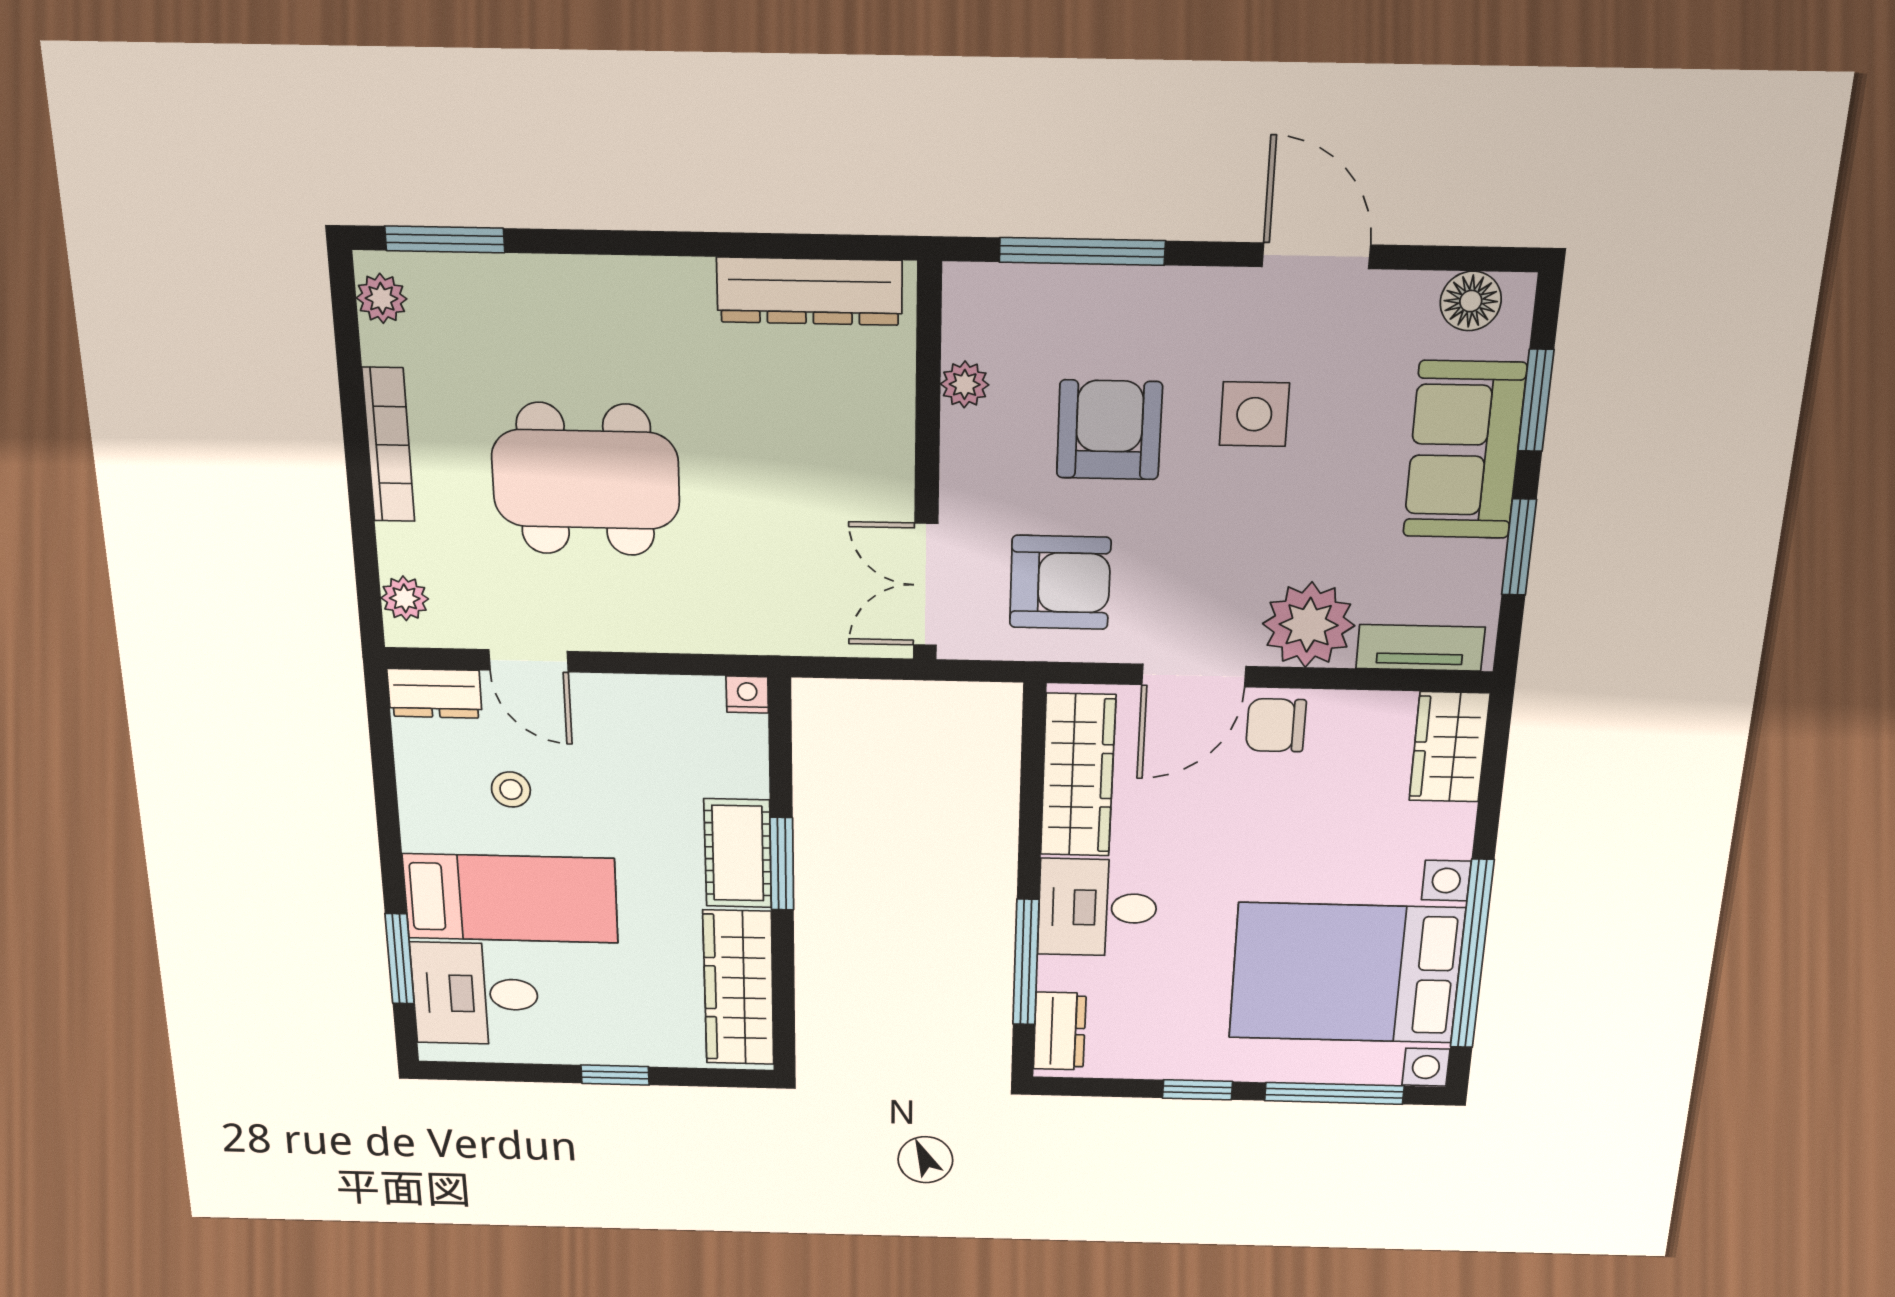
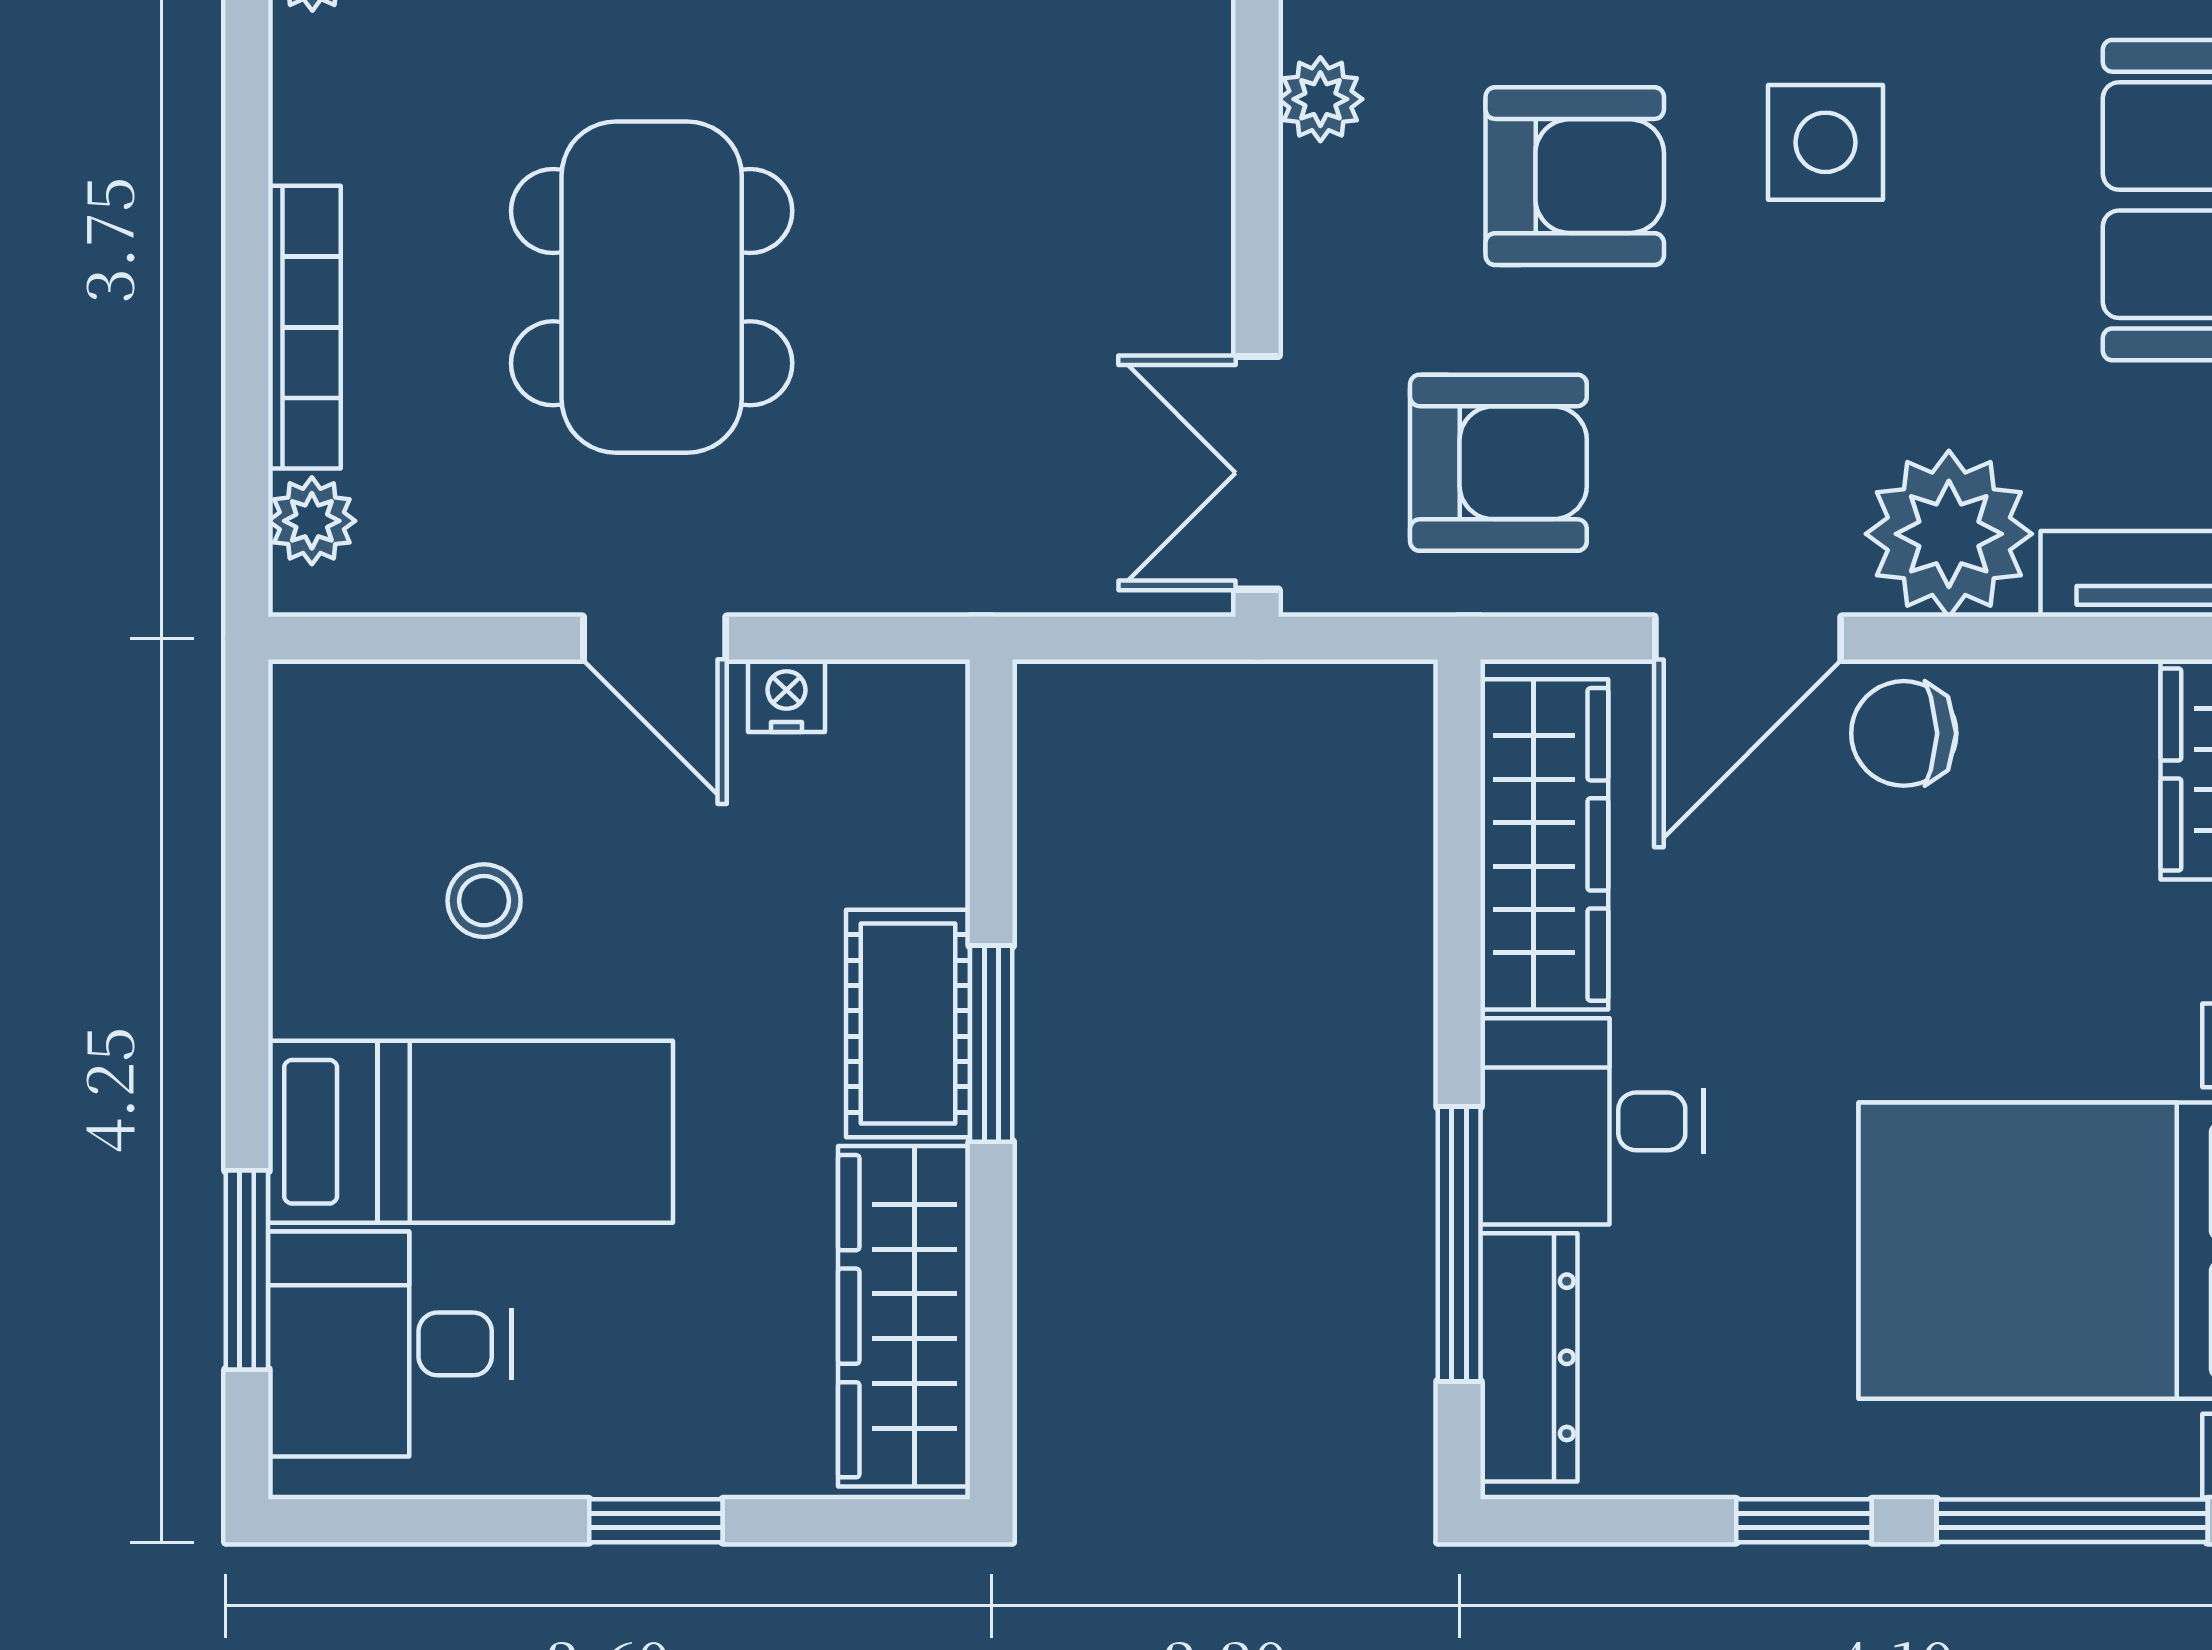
armchair: (1109, 430) -> (1575, 176), turned 90
bookcase: (389, 445) -> (304, 327), moved
dining table: (586, 480) -> (652, 287), turned 90
door: (529, 661) -> (655, 638), moved
dresser: (435, 693) -> (353, 707), removed
nightstand: (747, 695) -> (786, 696), moved
dresser: (1060, 1031) -> (1529, 1357), width x1.44

